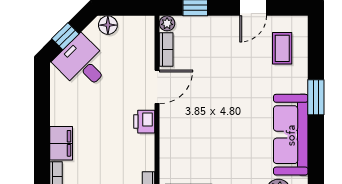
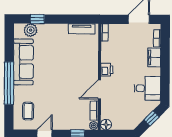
floor lamp: (108, 25) -> (106, 125), moved
desk: (82, 63) -> (147, 88), moved, turned -45
window: (316, 97) -> (9, 83), width x2.11

